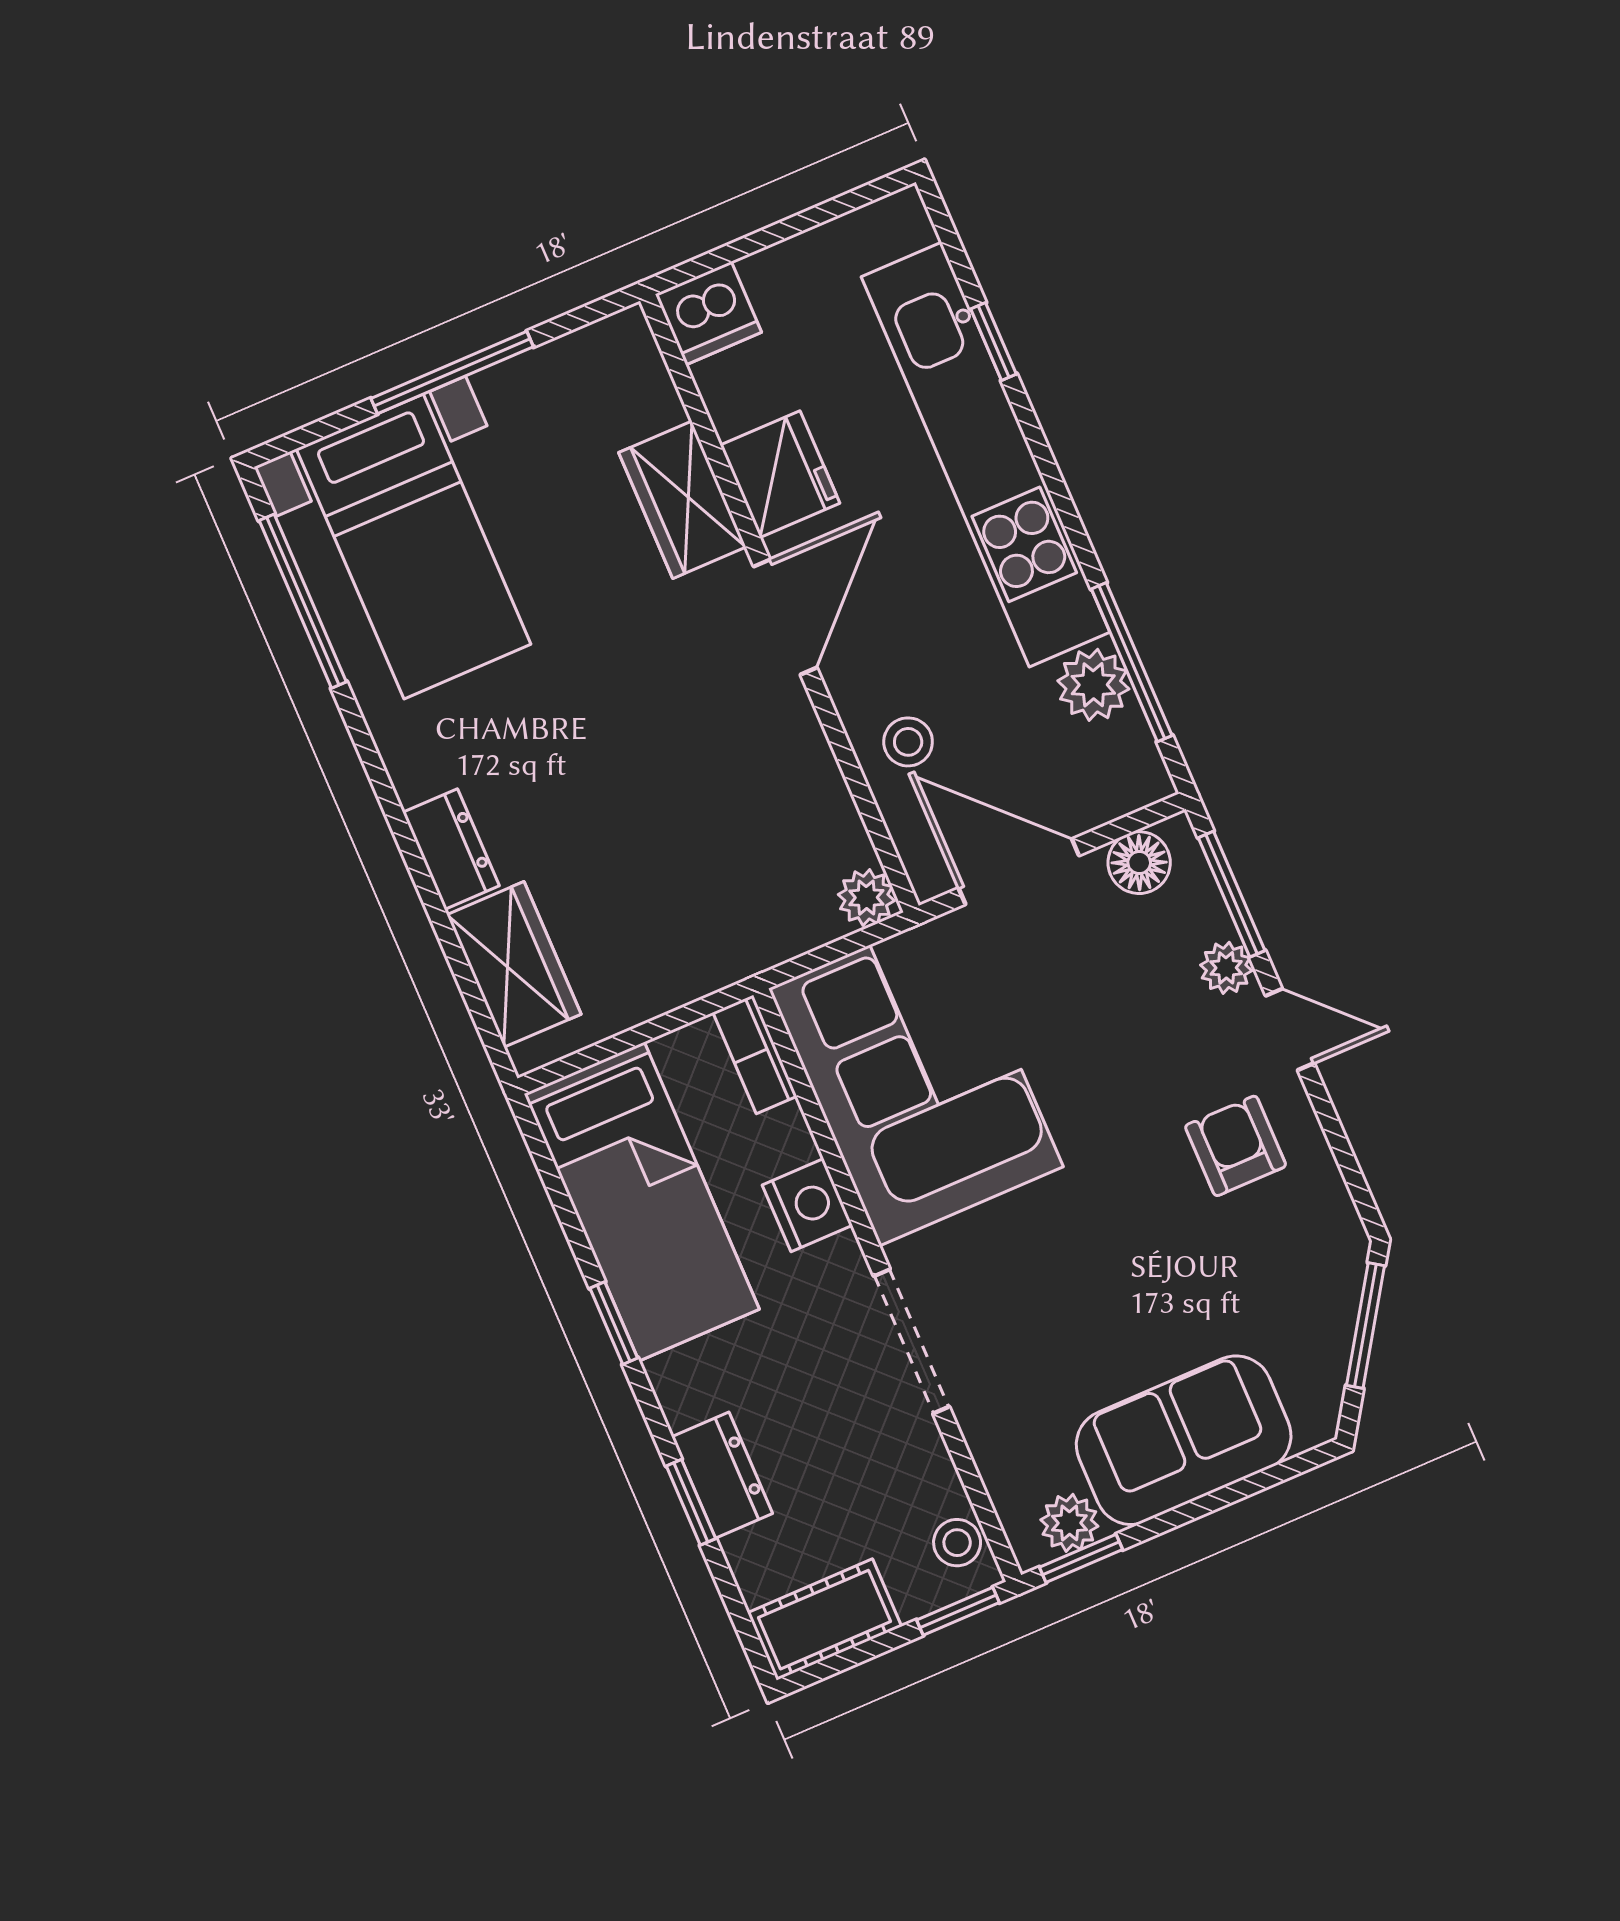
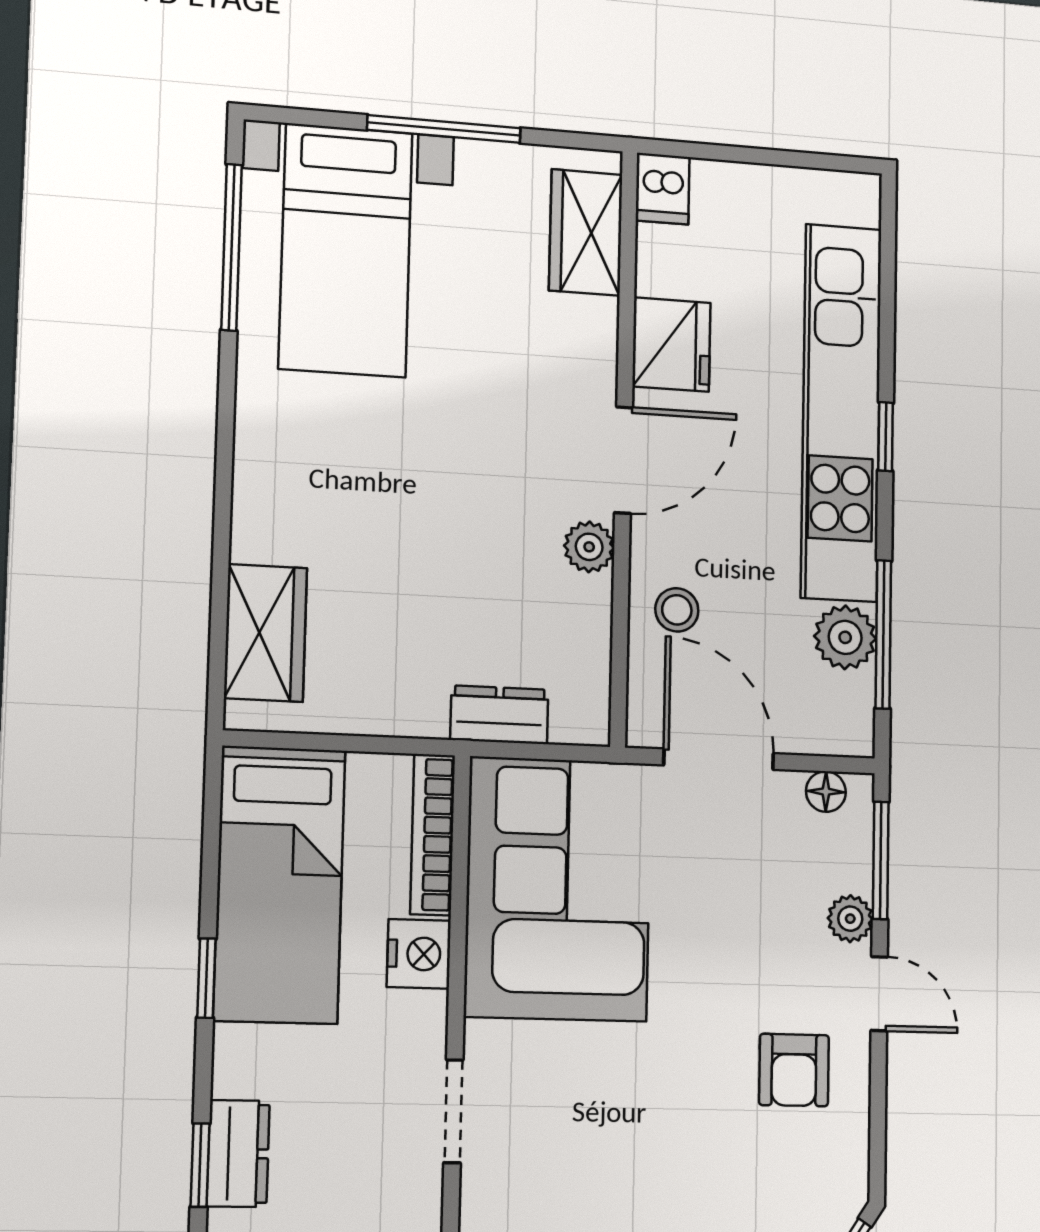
dishwasher: (708, 313) -> (663, 189), width x0.73
window: (994, 341) -> (886, 437), moved
wardrobe: (682, 500) -> (586, 232), moved
dresser: (451, 849) -> (499, 715), moved, turned -90
floor lamp: (1139, 863) -> (826, 792), width x0.73, depth x0.73
plant: (866, 898) -> (589, 547), moved
bookcase: (755, 1054) -> (433, 835), width x1.56
armchair: (1236, 1146) -> (794, 1070), turned 180
doorway: (911, 1341) -> (453, 1111), width x0.73

